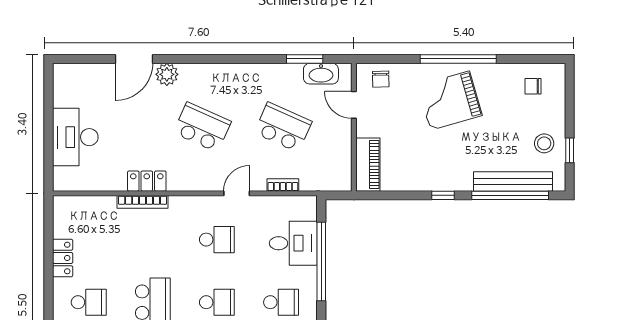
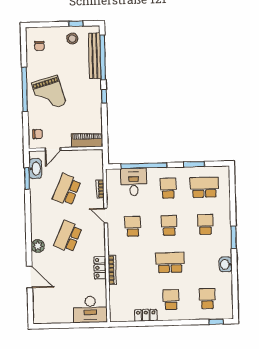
plant: (167, 74) -> (38, 246), moved
desk: (75, 137) -> (90, 309), moved

